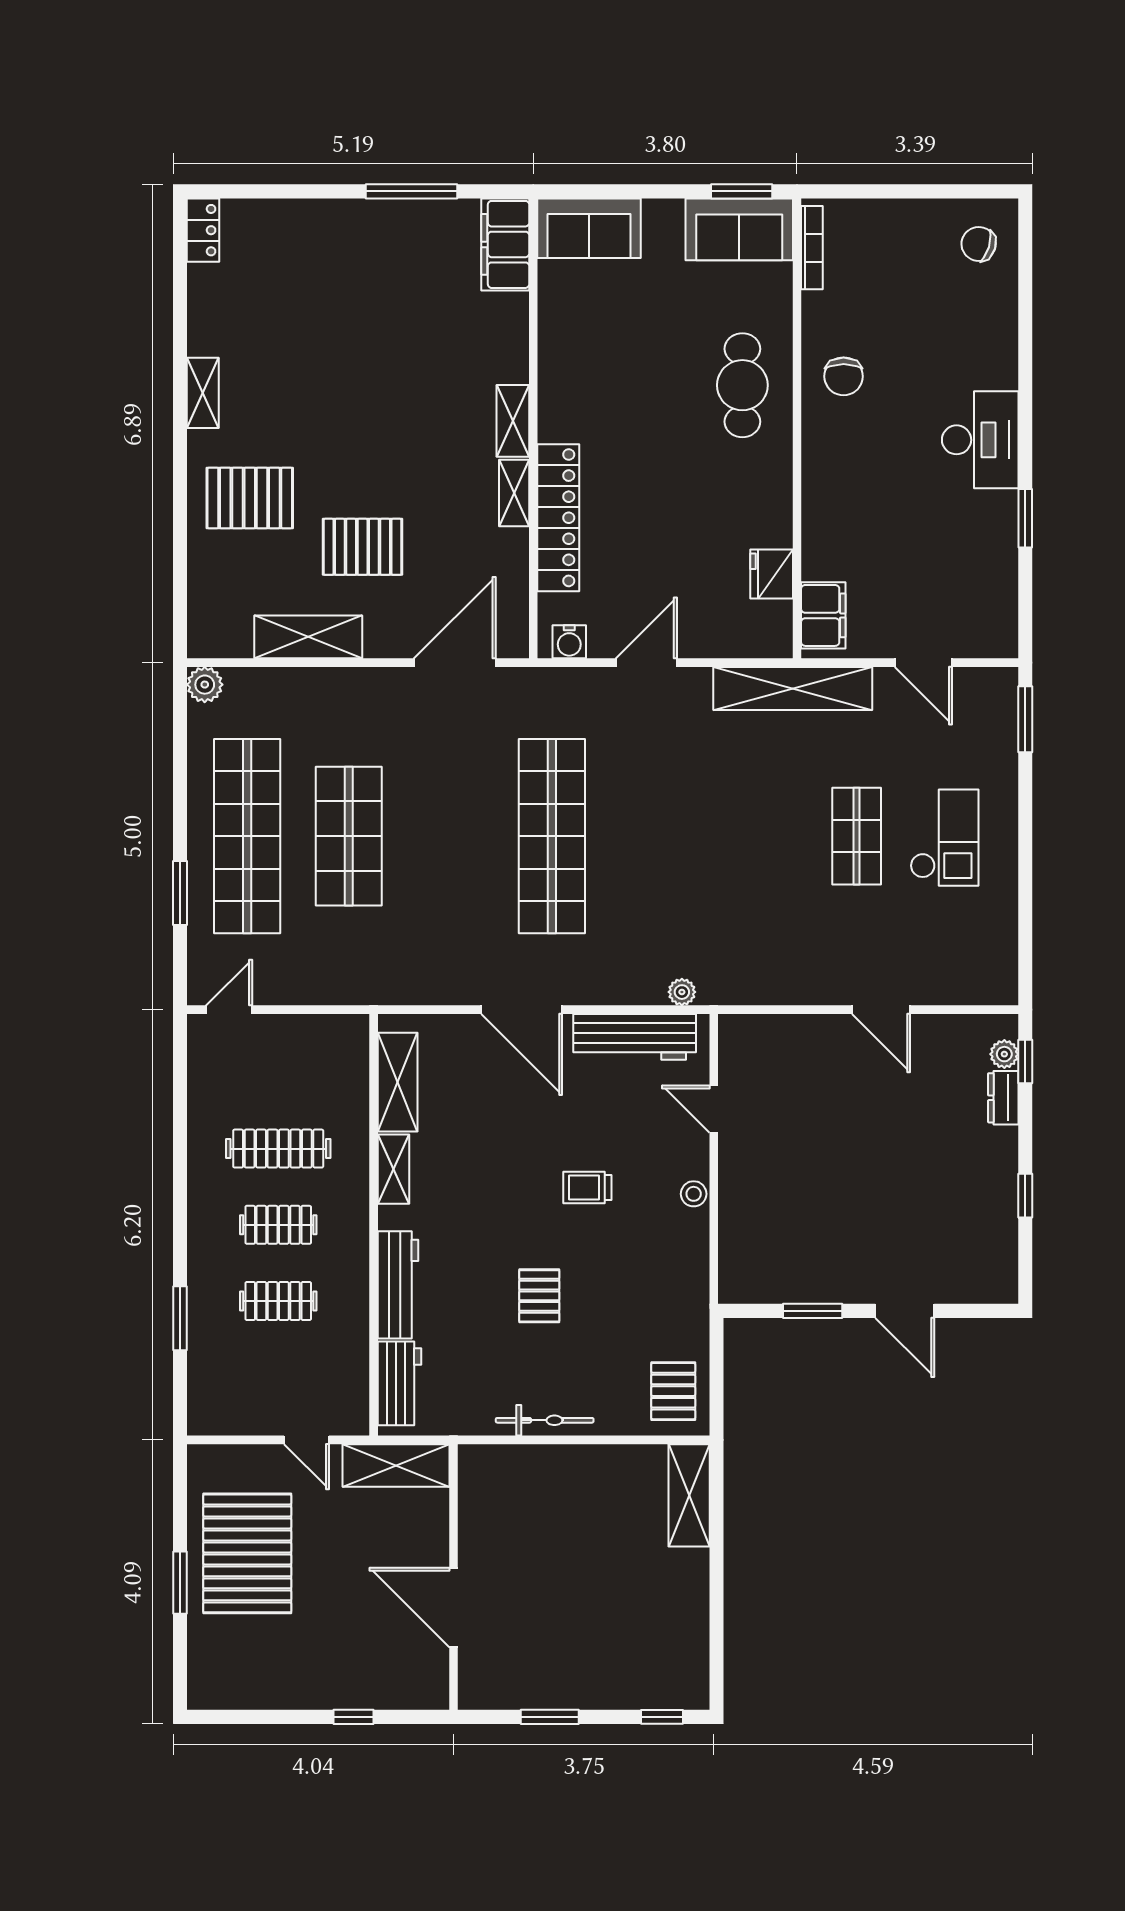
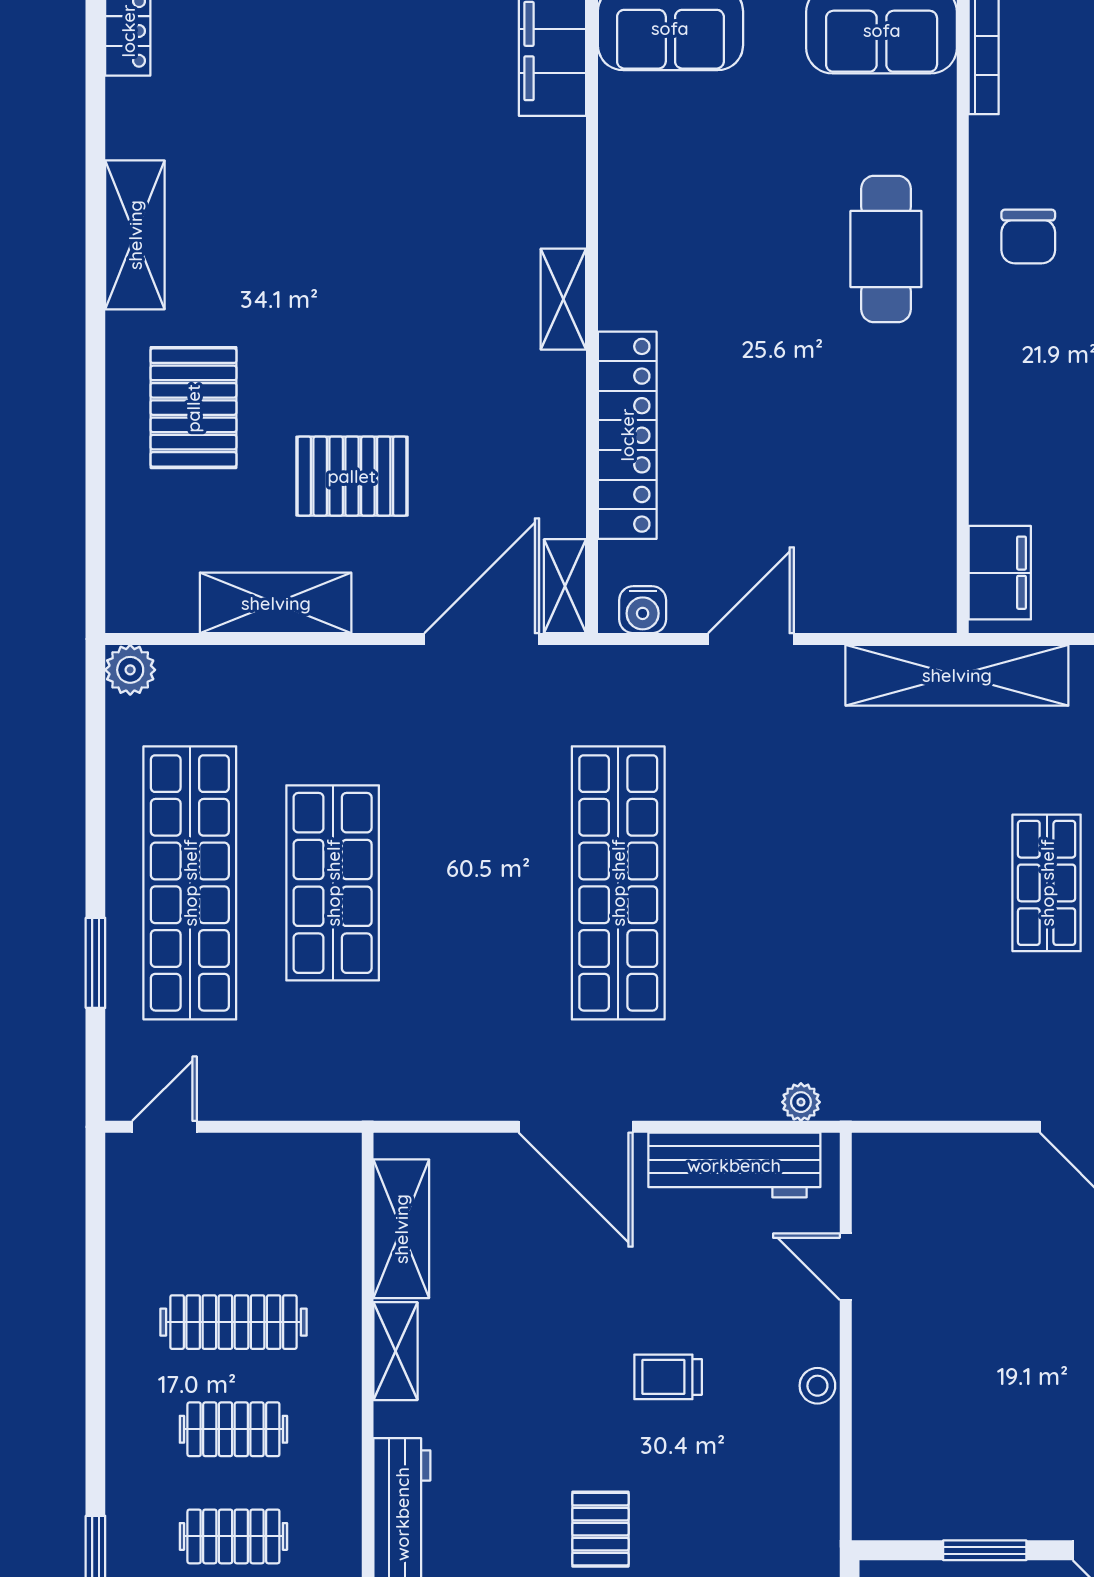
shelving: (203, 393) -> (135, 235), width x1.50, depth x1.33
shelving: (514, 493) -> (565, 586), moved
pallet: (250, 498) -> (193, 408), turned 90
fridge: (772, 574) -> (927, 514), removed

